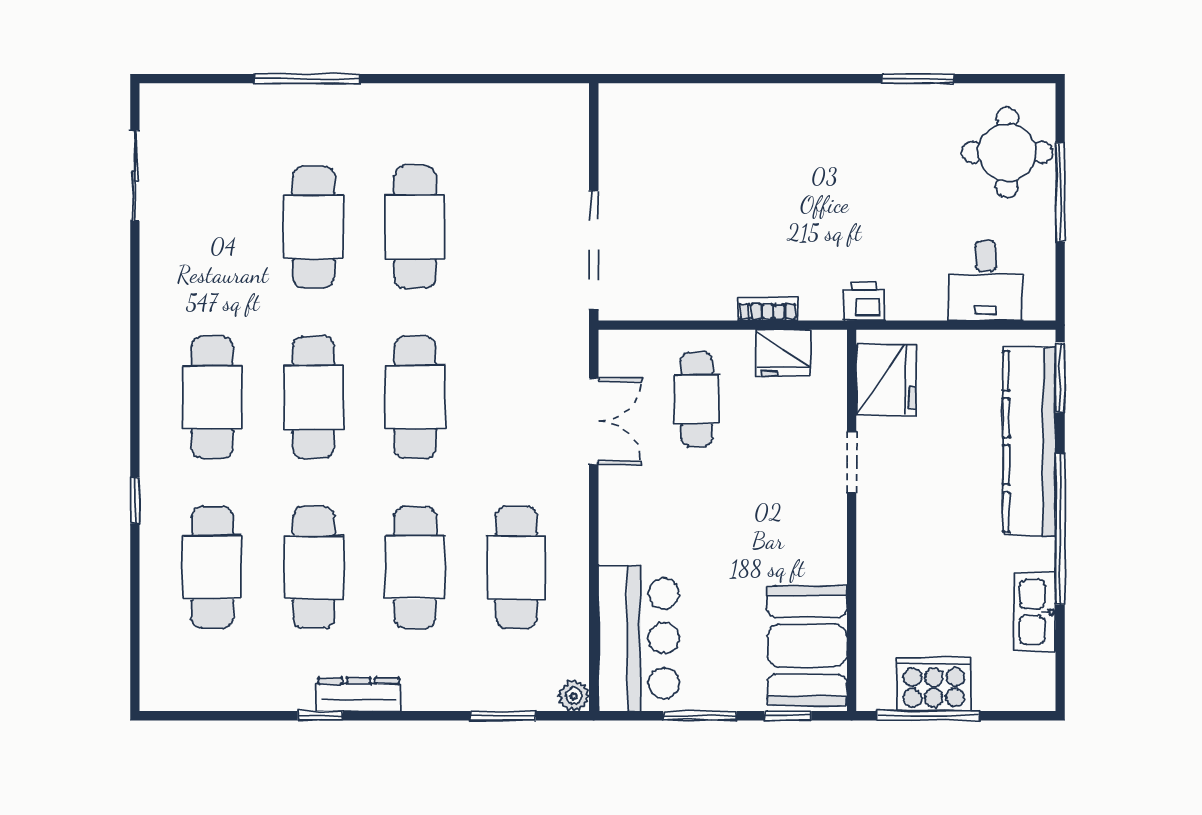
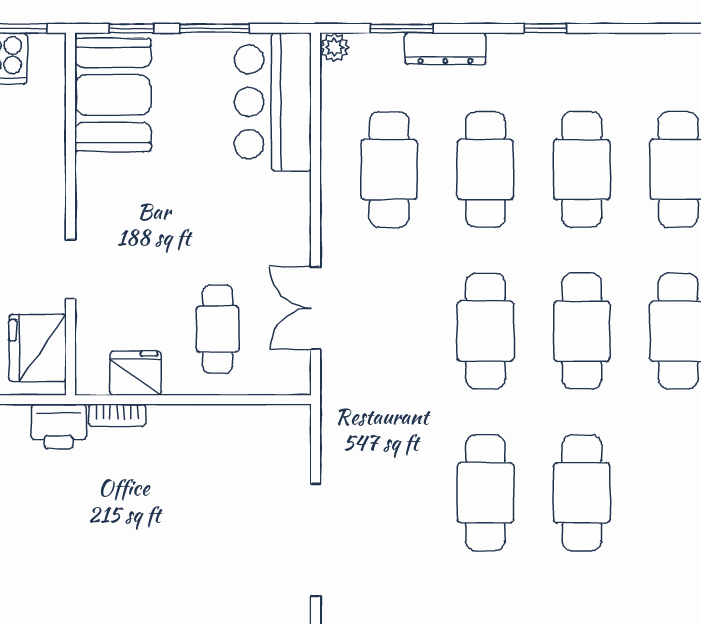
doorway: (594, 250) -> (316, 540), moved
printer: (864, 302) -> (59, 426), width x1.36, depth x1.24
bookcase: (767, 309) -> (117, 415), moved
dresser: (359, 694) -> (445, 49), moved
window: (320, 716) -> (545, 28), moved

